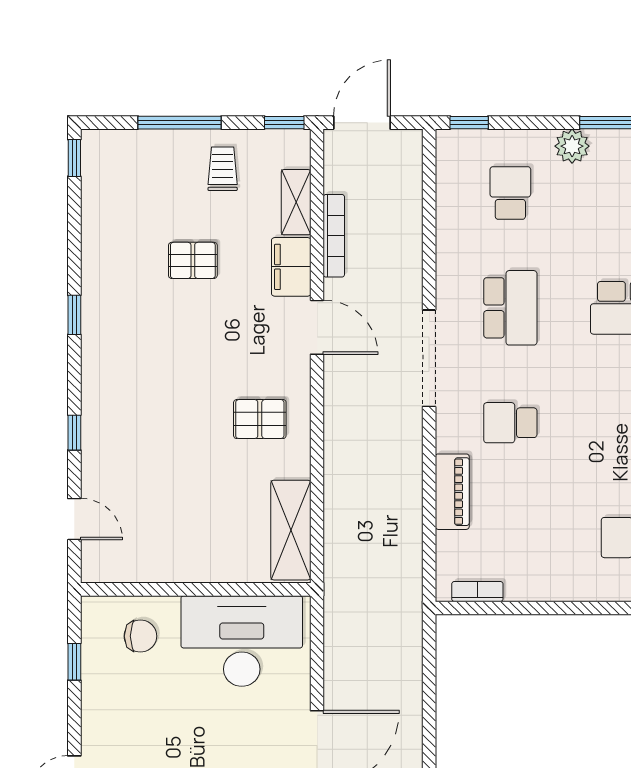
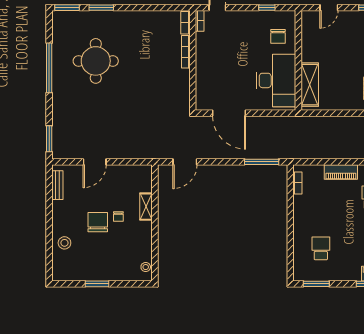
shelving: (291, 530) -> (310, 85), moved, turned 90
window: (429, 674) -> (262, 162), added

